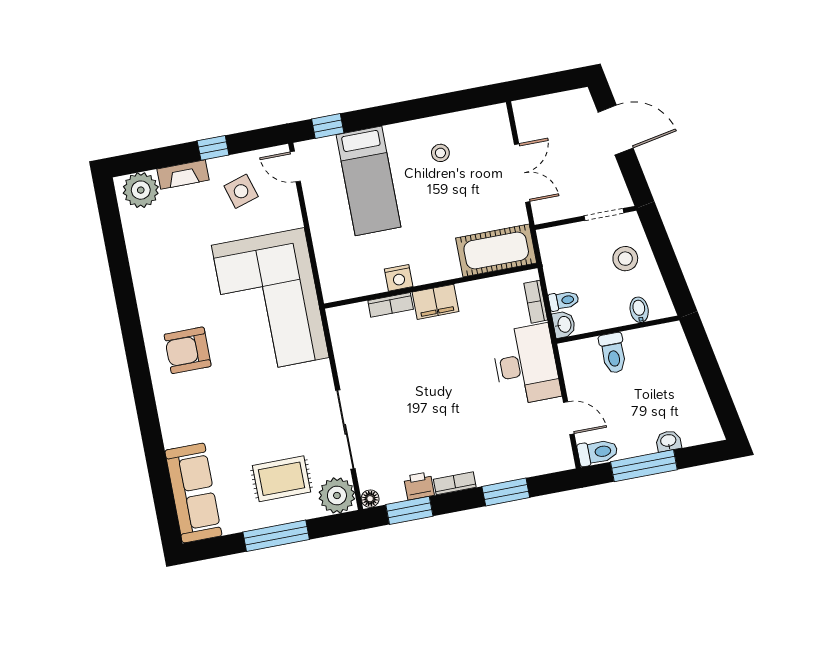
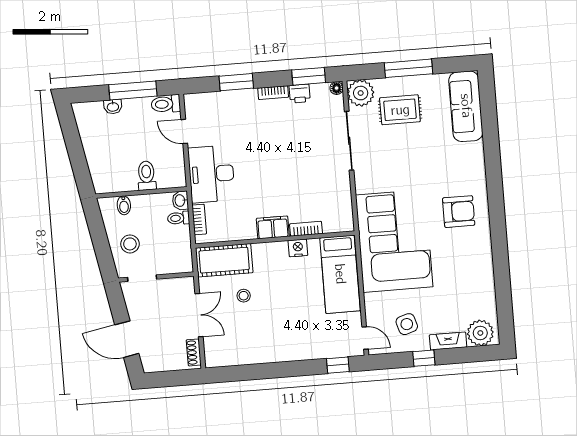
shoe rack: (524, 122) -> (194, 352), added
stool: (440, 153) -> (244, 296), moved
double door: (522, 173) -> (199, 315), swing flipped
bed: (369, 181) -> (340, 274), moved, turned 180

